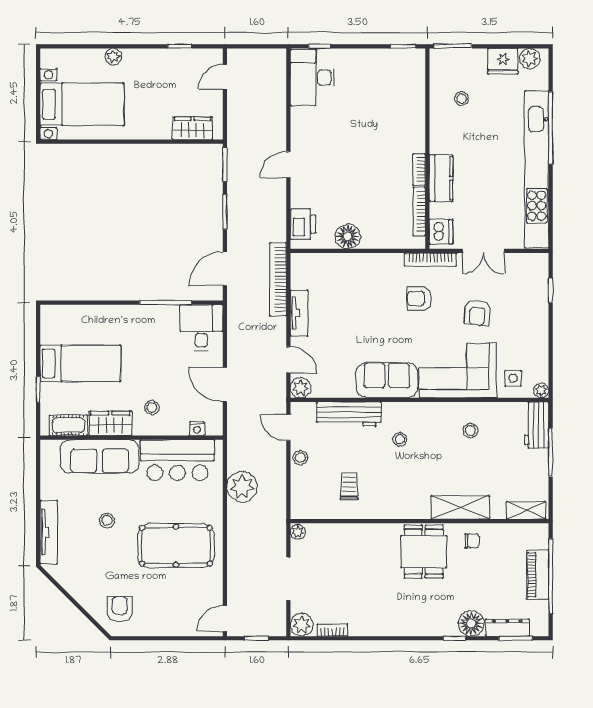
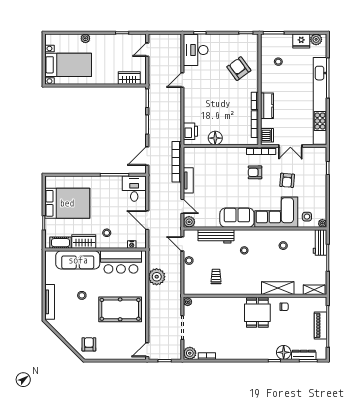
armchair: (390, 111) -> (239, 69), added
door: (288, 165) -> (182, 80), moved
bed: (80, 363) -> (67, 203), width x1.50

